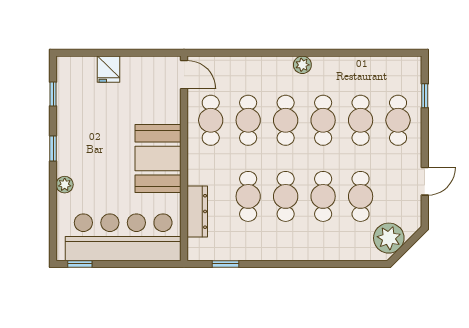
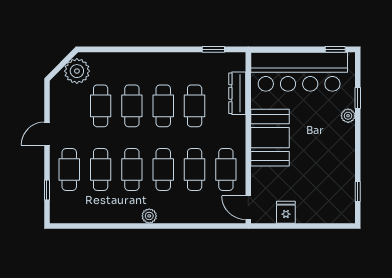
fridge: (108, 69) -> (286, 212), moved
window: (53, 149) -> (358, 98), moved
door: (425, 181) -> (47, 134), moved

